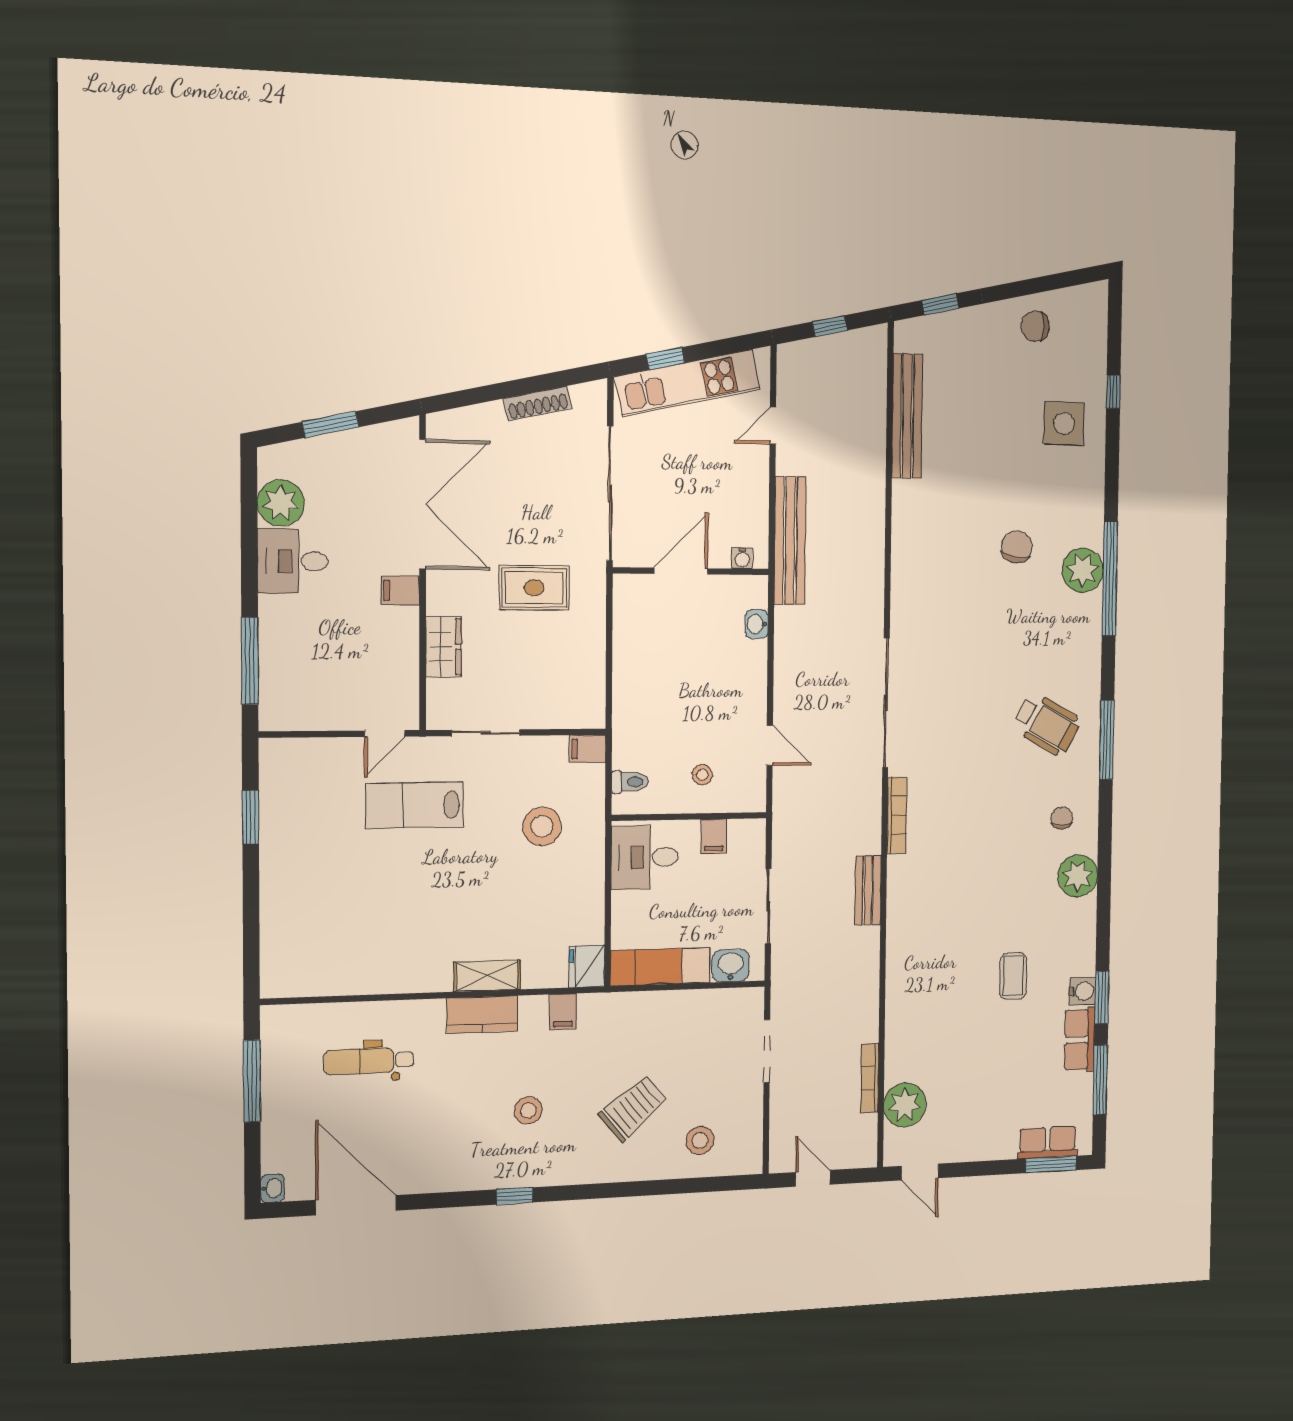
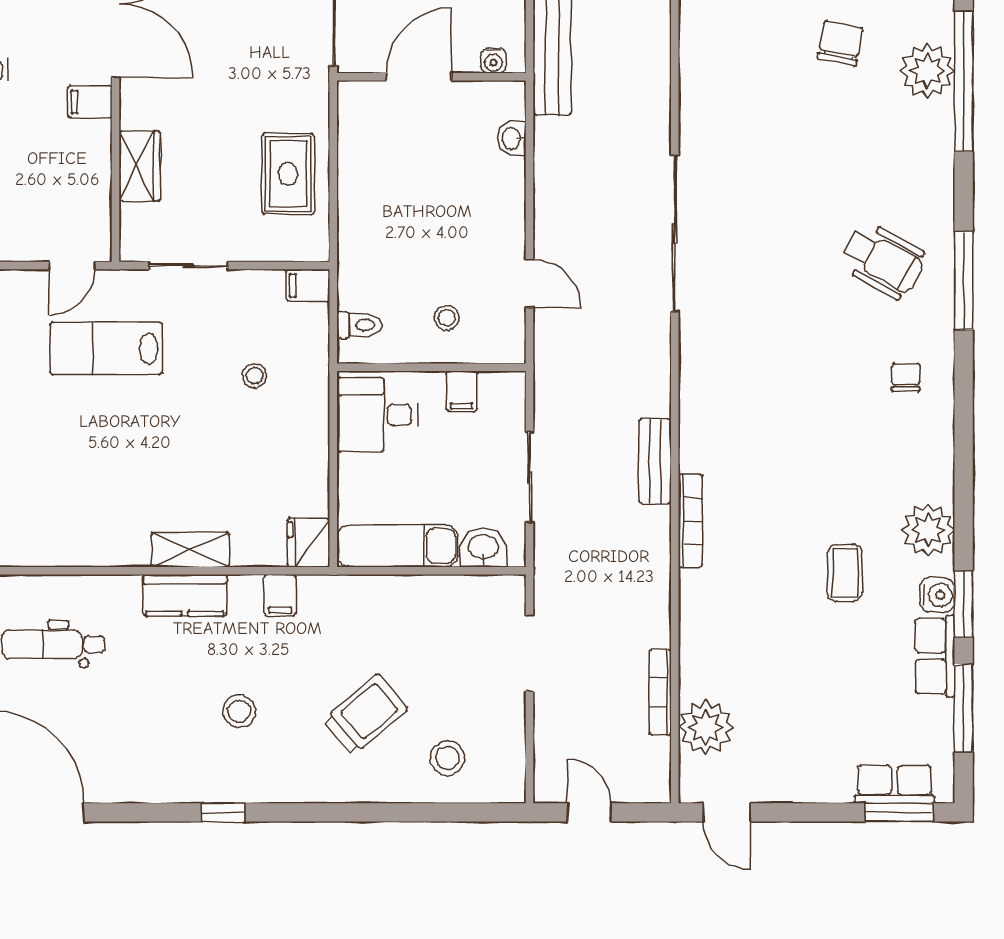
rug: (534, 588) -> (288, 174), moved, turned 90
bookcase: (897, 815) -> (690, 521), moved
stool: (542, 826) -> (255, 376), width x0.53, depth x0.53
plant: (1078, 876) -> (928, 530), moved

